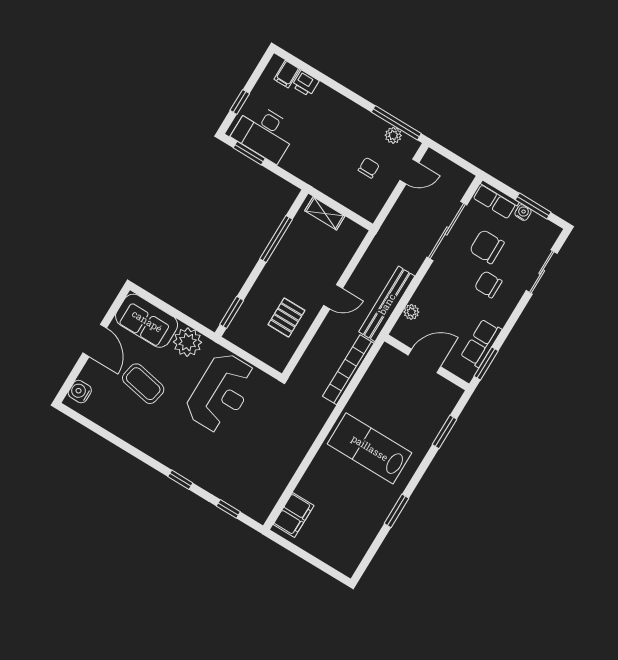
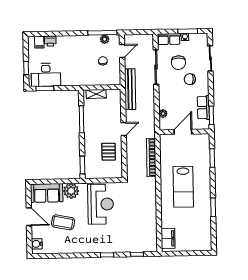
chair: (487, 247) -> (178, 63), turned -90
bench: (387, 304) -> (130, 89), moved
lab bench: (370, 448) -> (183, 187), turned -90

